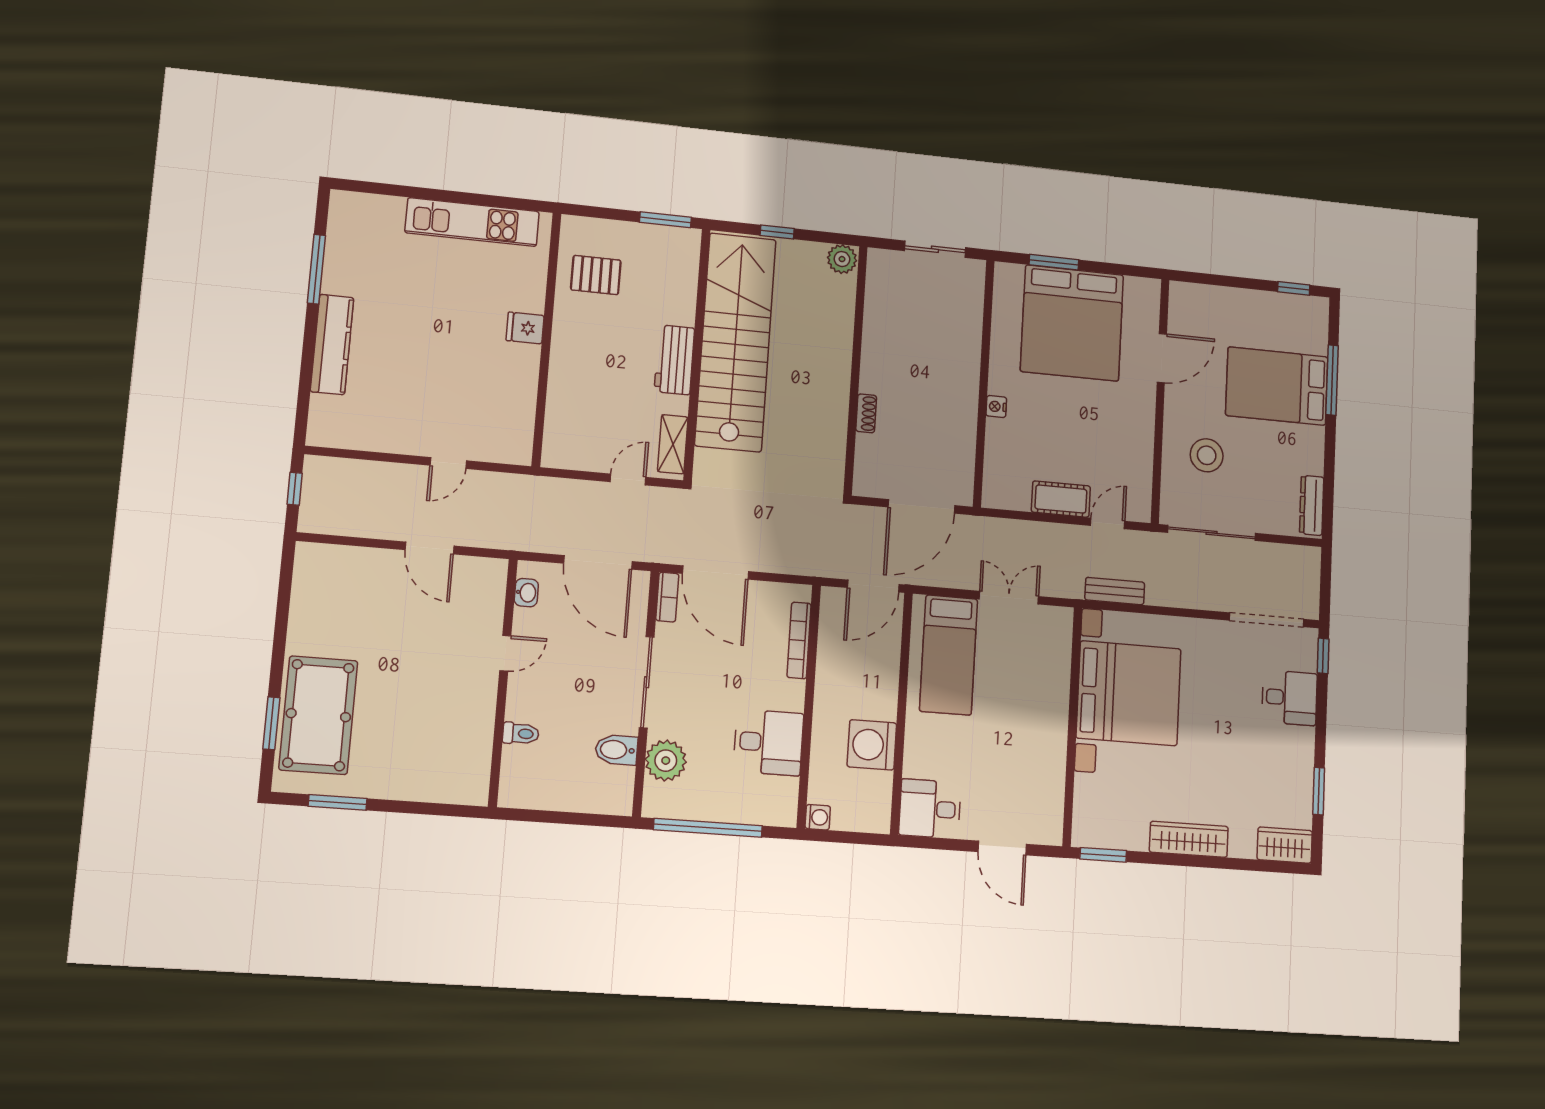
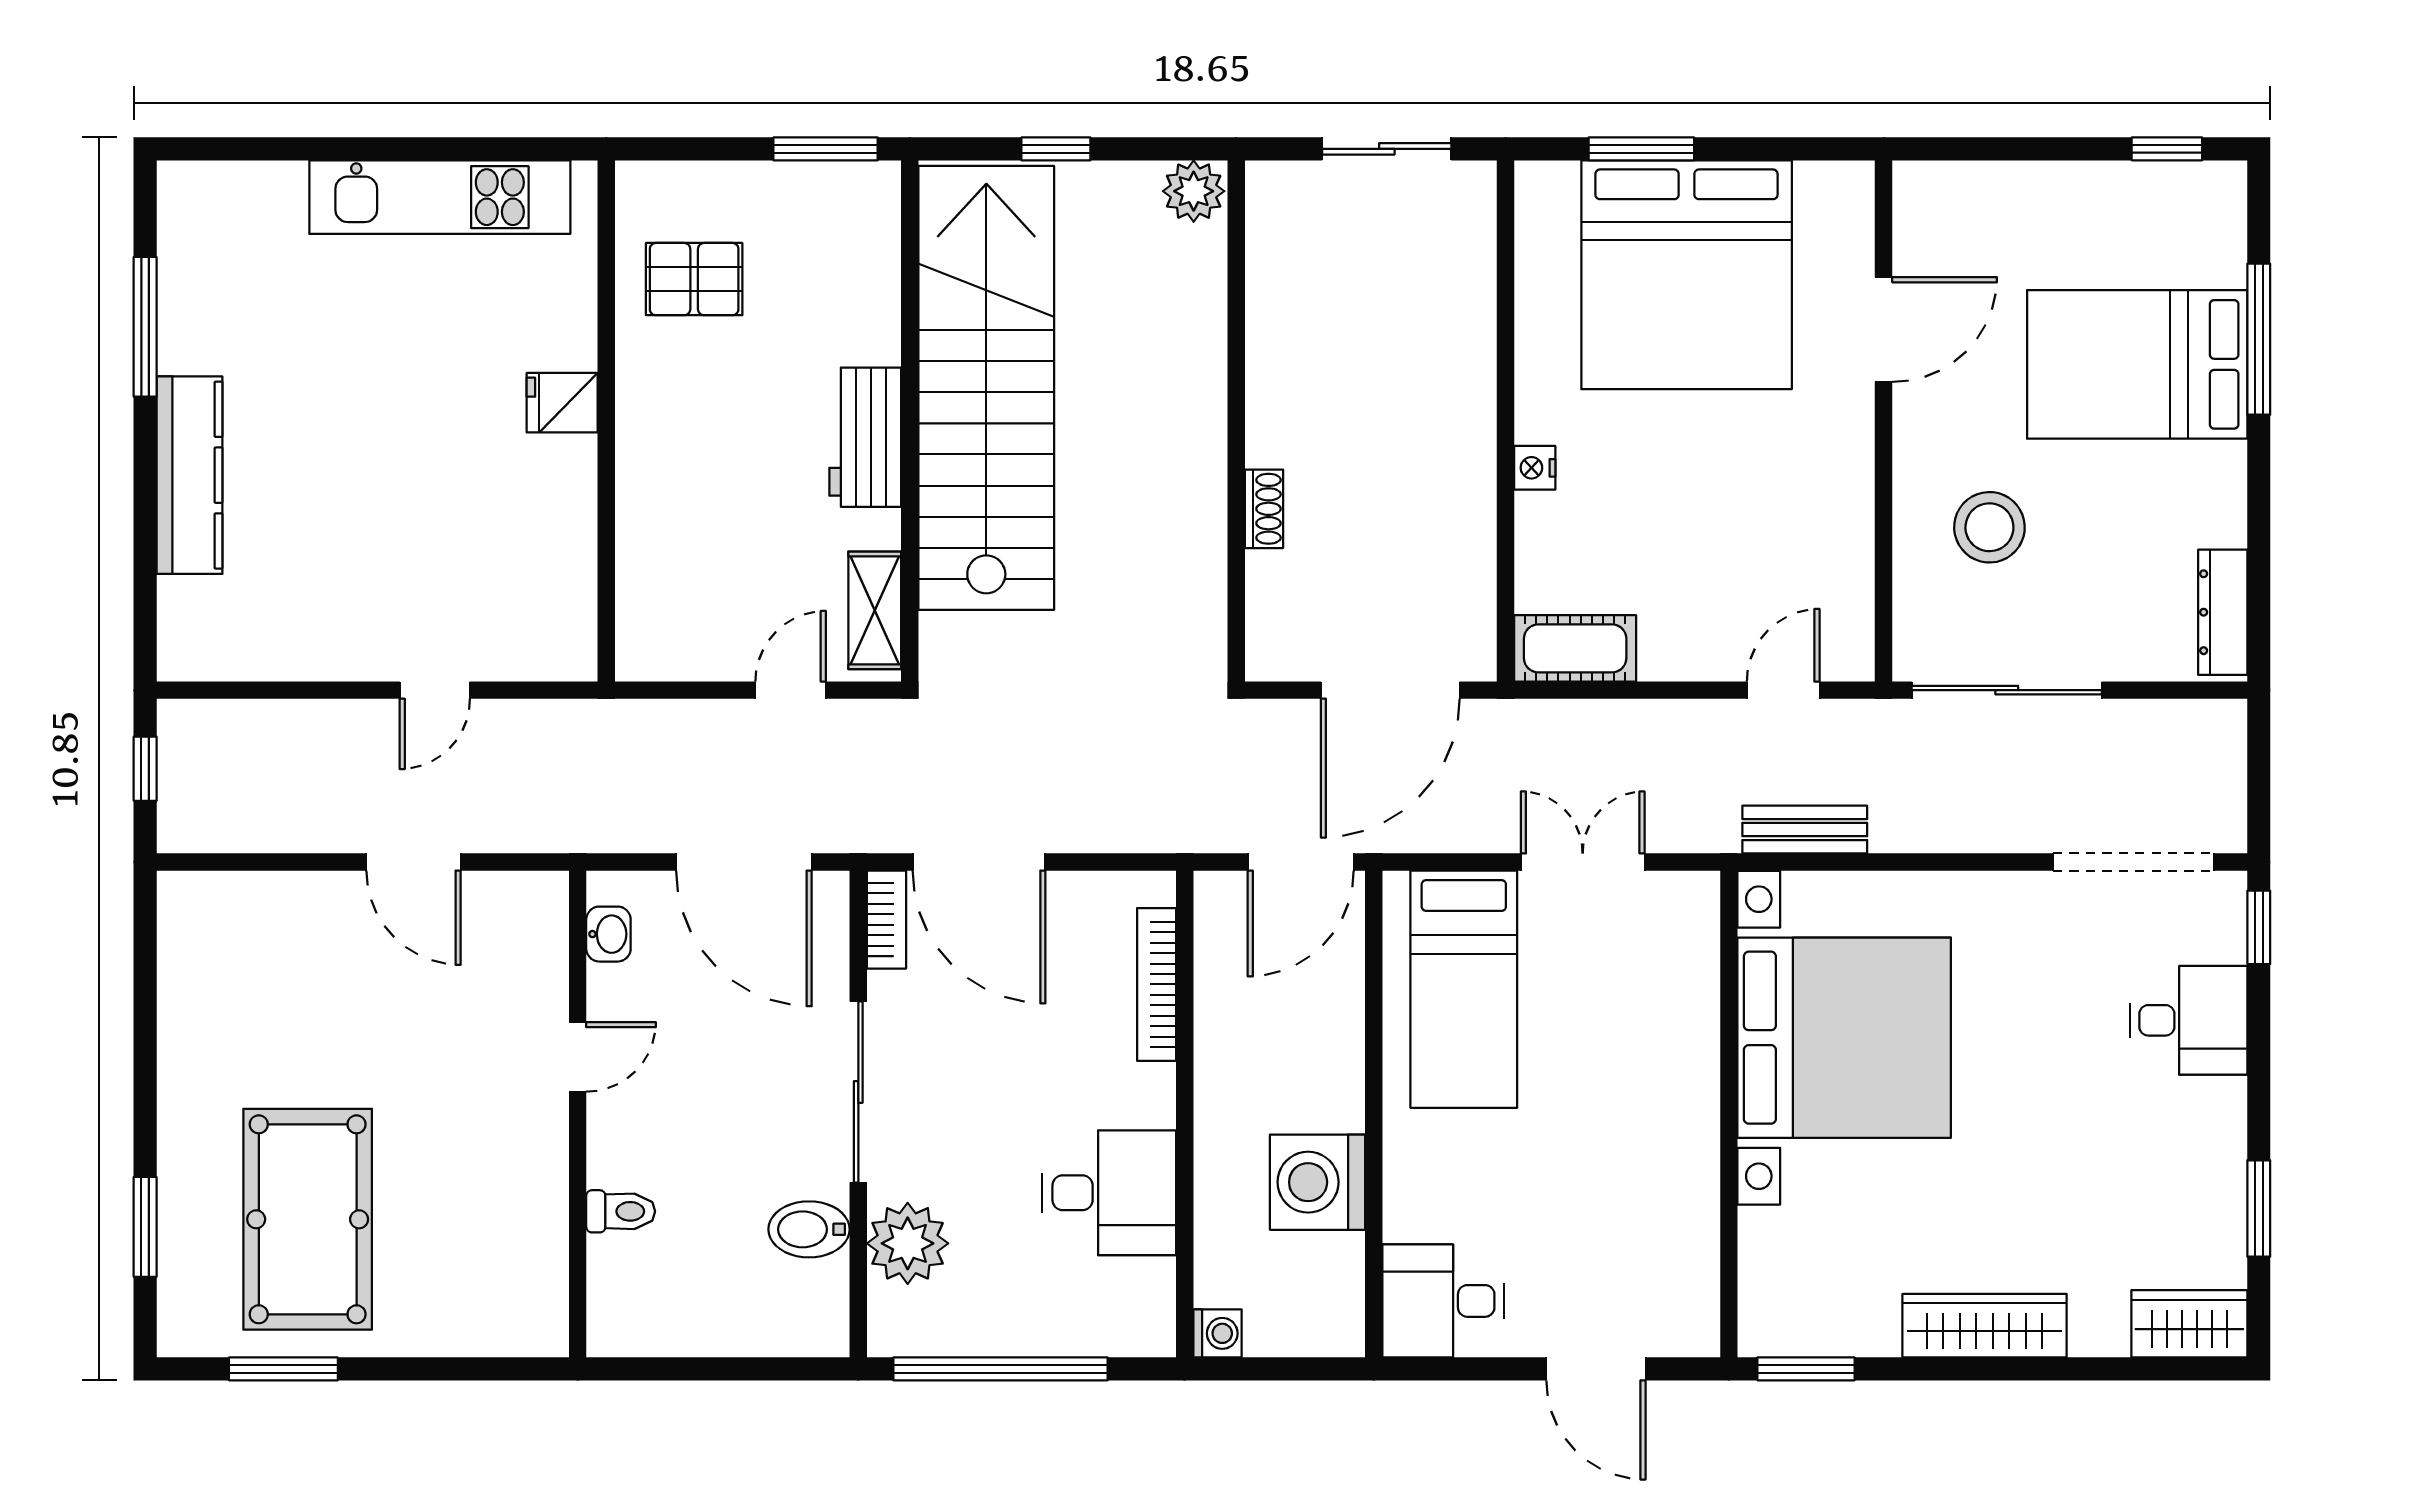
cot: (1061, 499) -> (1575, 648), moved
pool table: (318, 715) -> (308, 1219), moved

